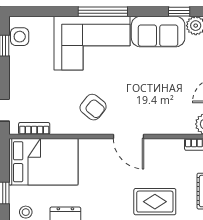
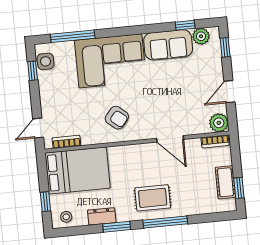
window: (103, 12) -> (73, 36), moved
door: (128, 137) -> (170, 139), moved
rug: (155, 202) -> (153, 198), moved

